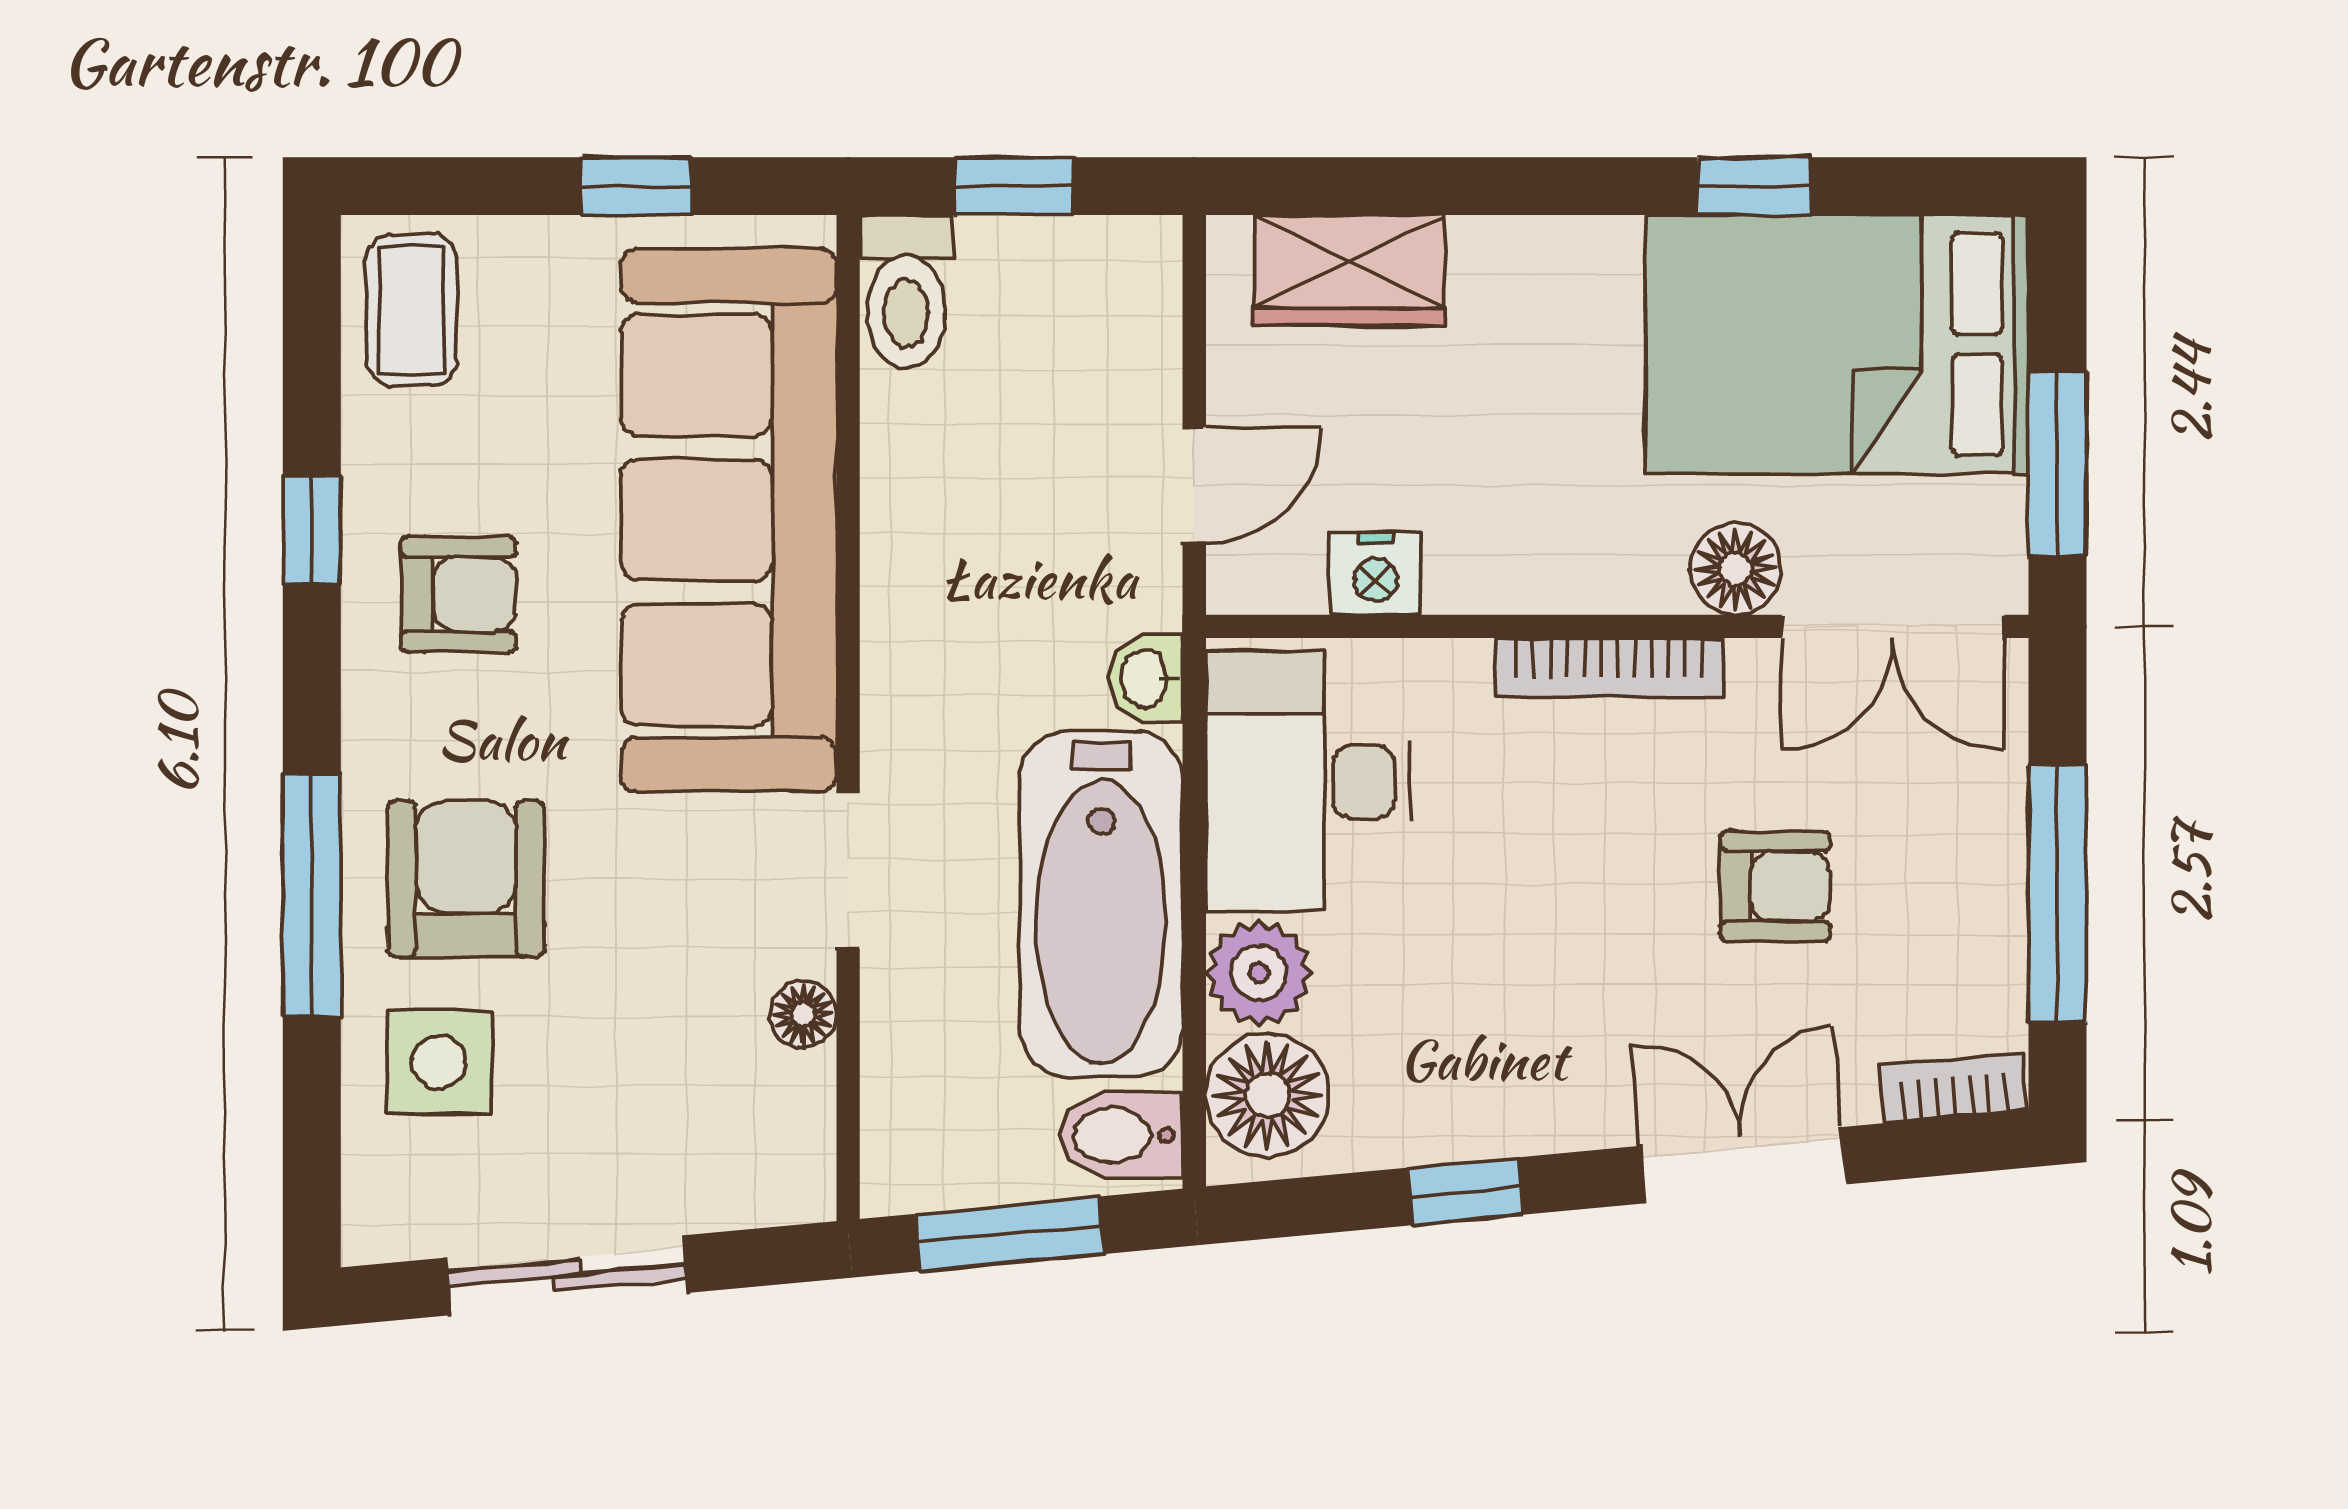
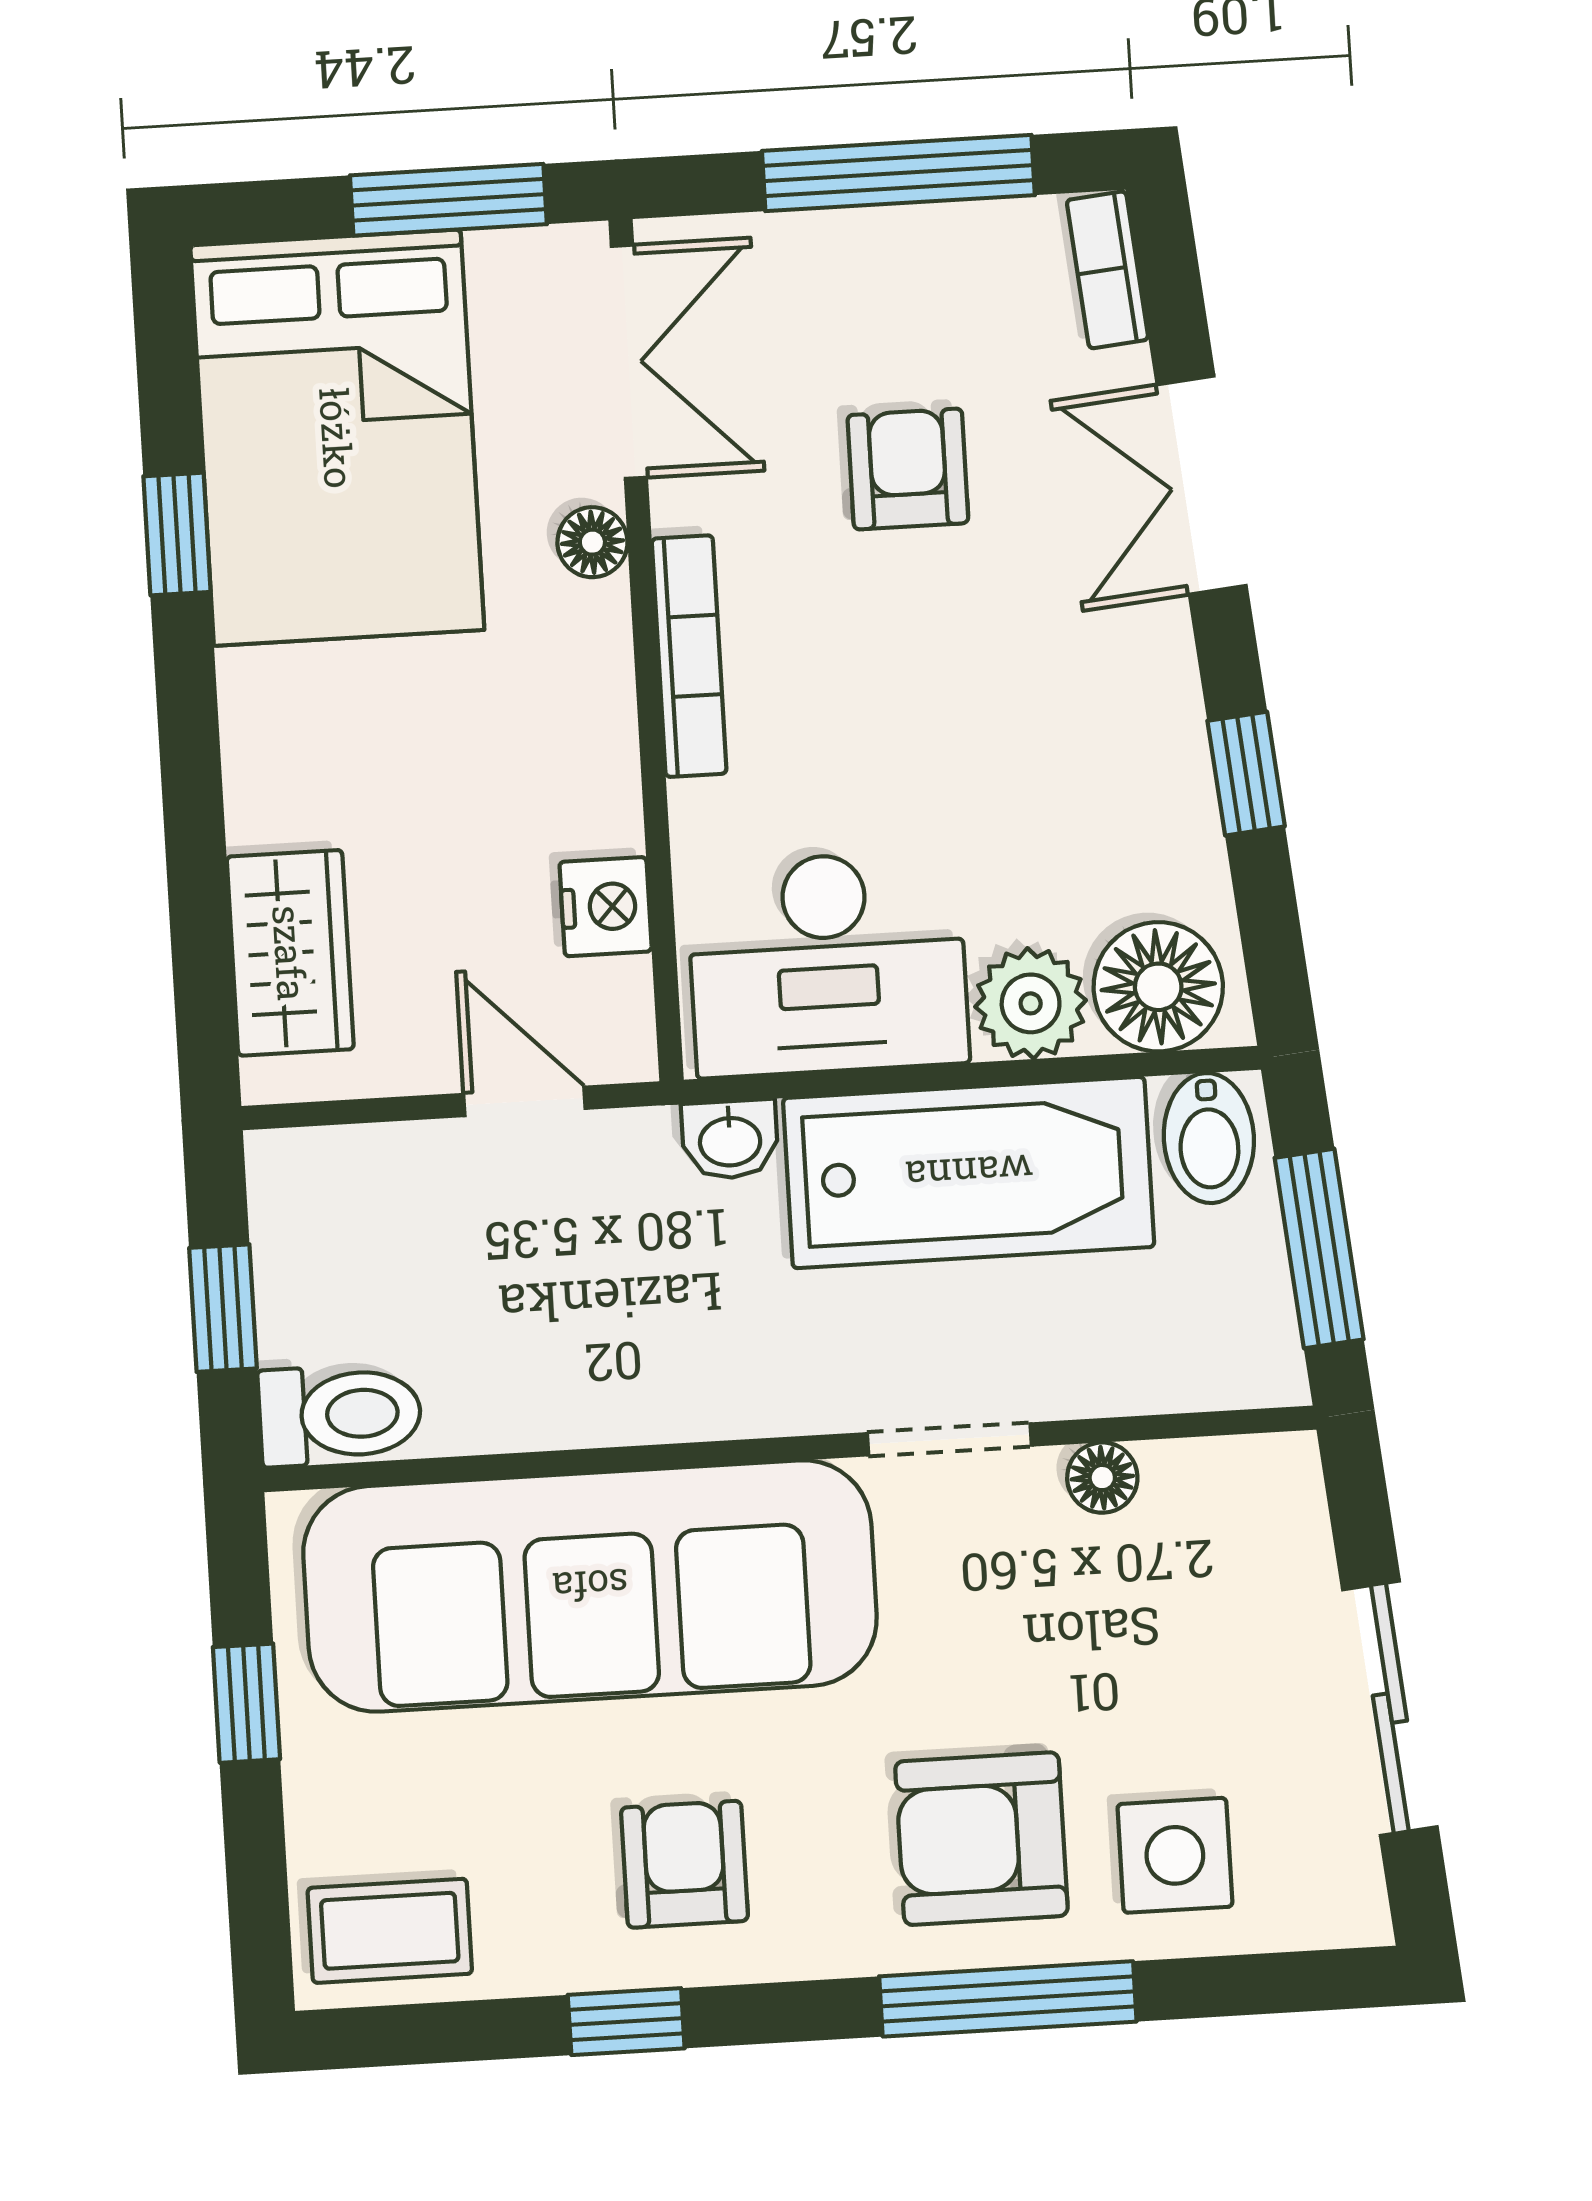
floor lamp: (1736, 569) -> (592, 542), width x0.73, depth x0.73

